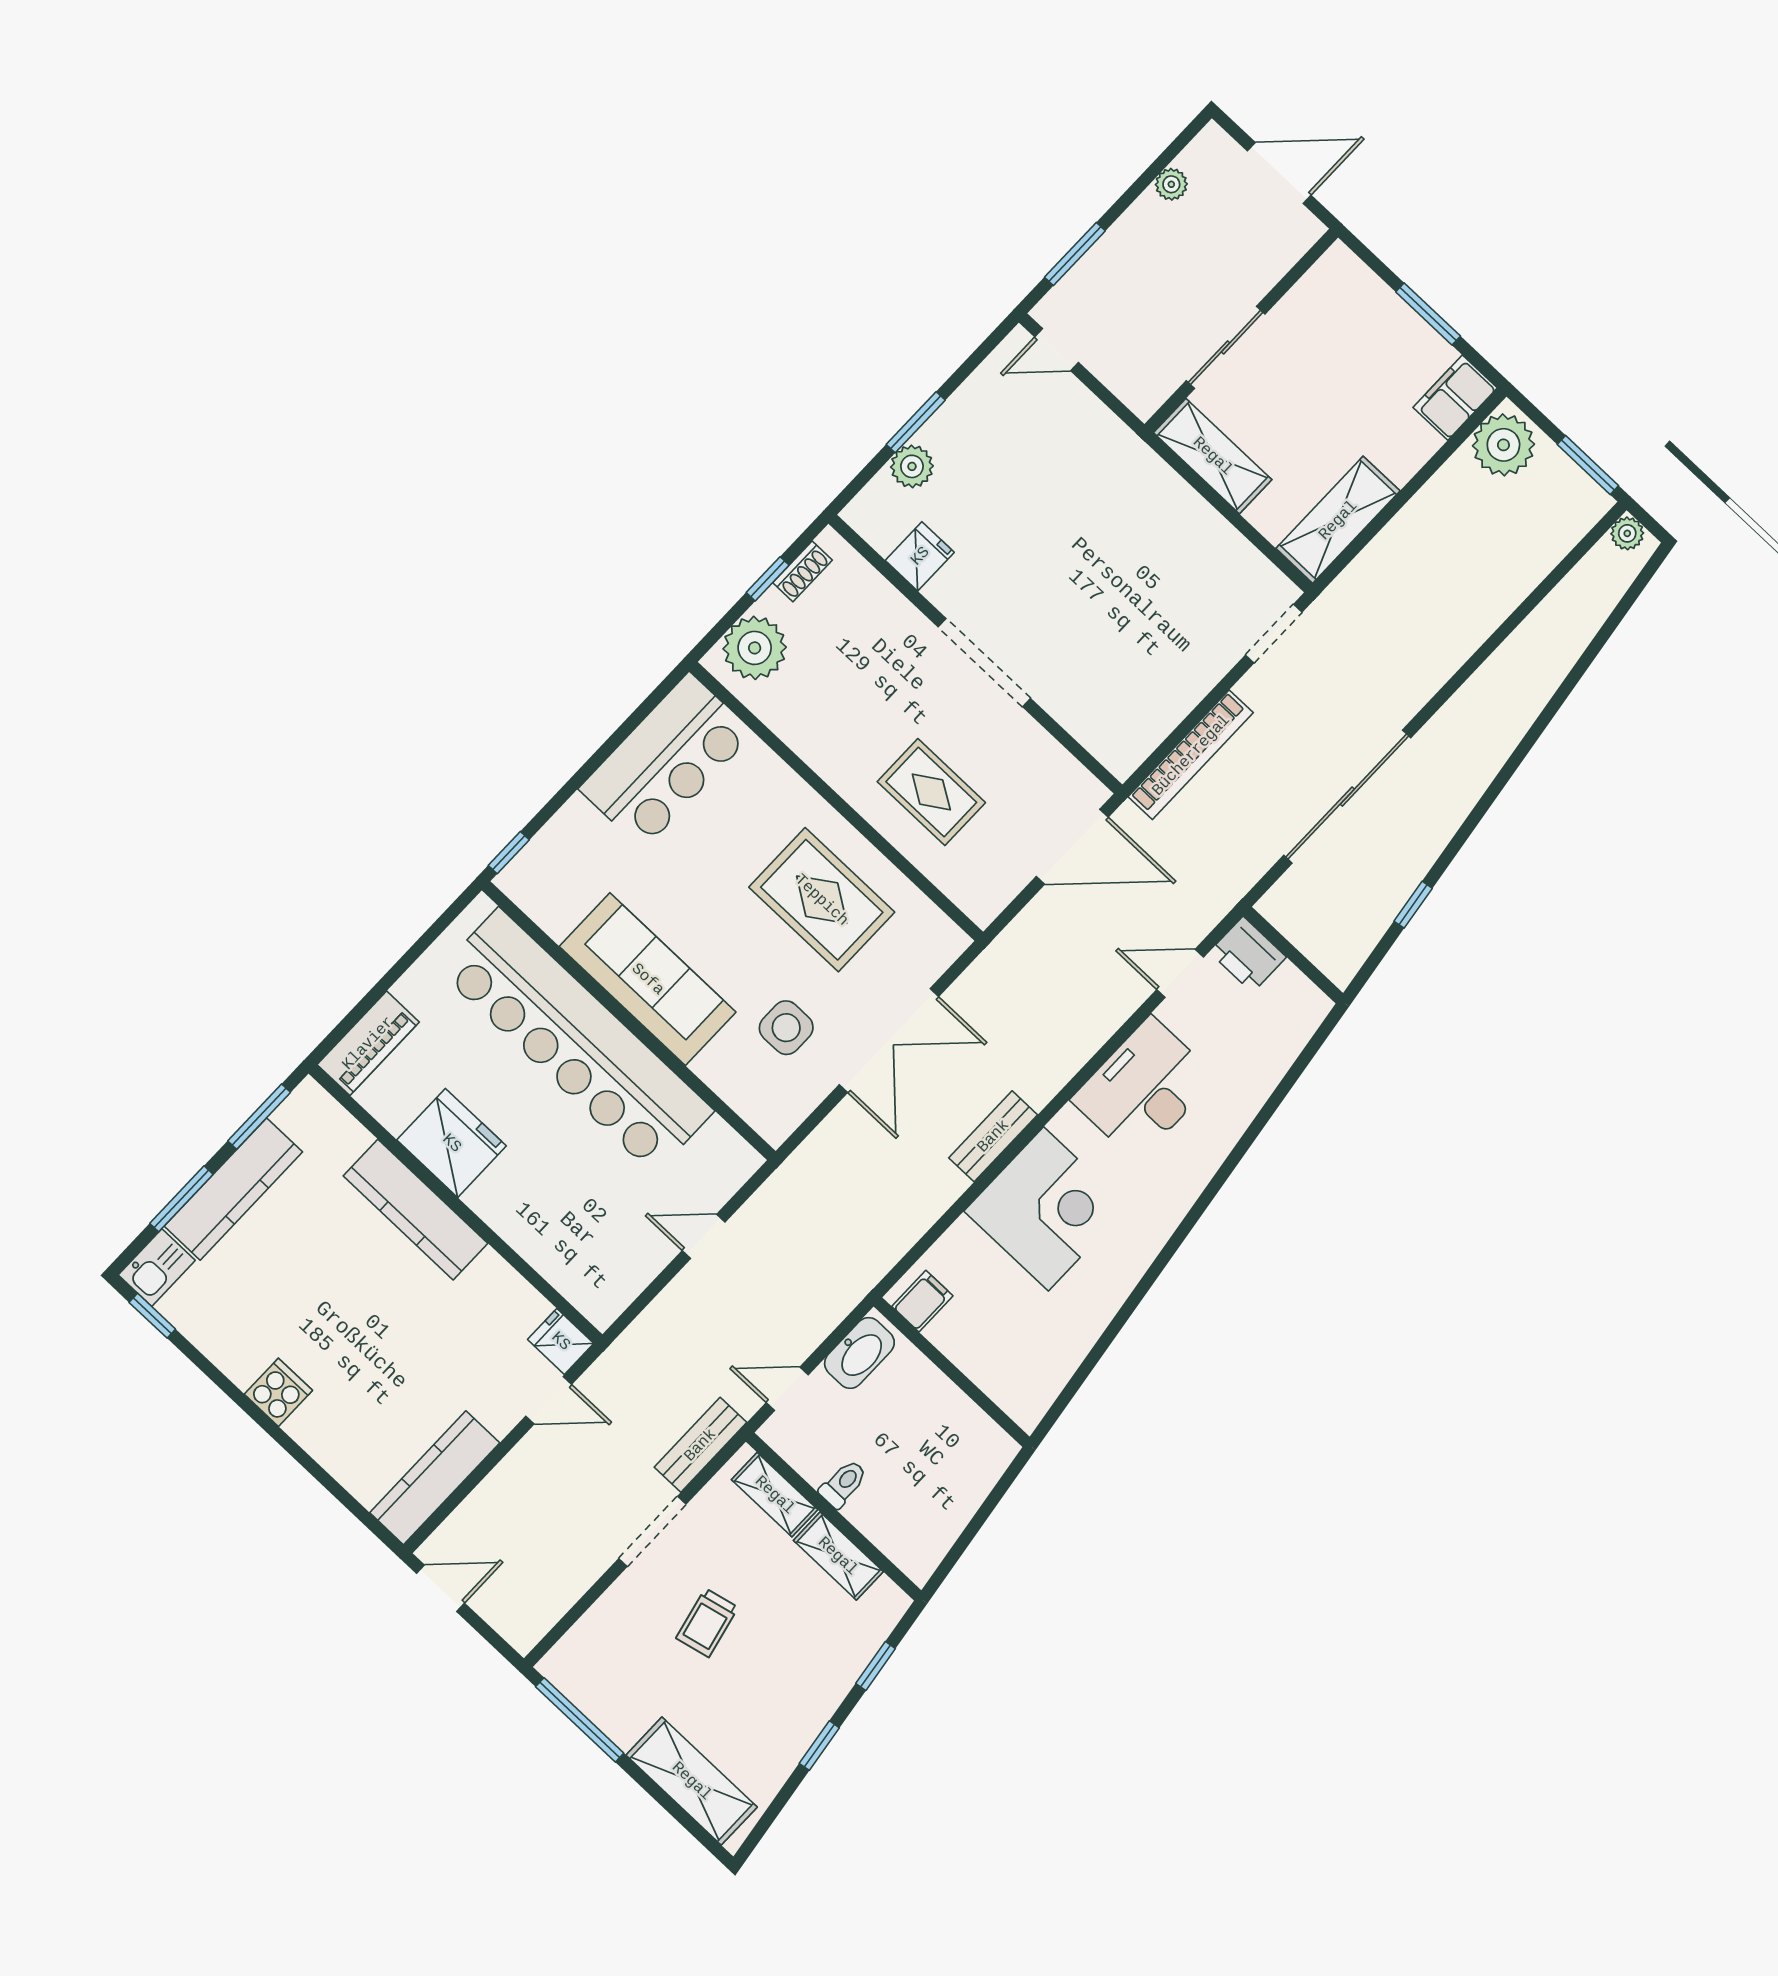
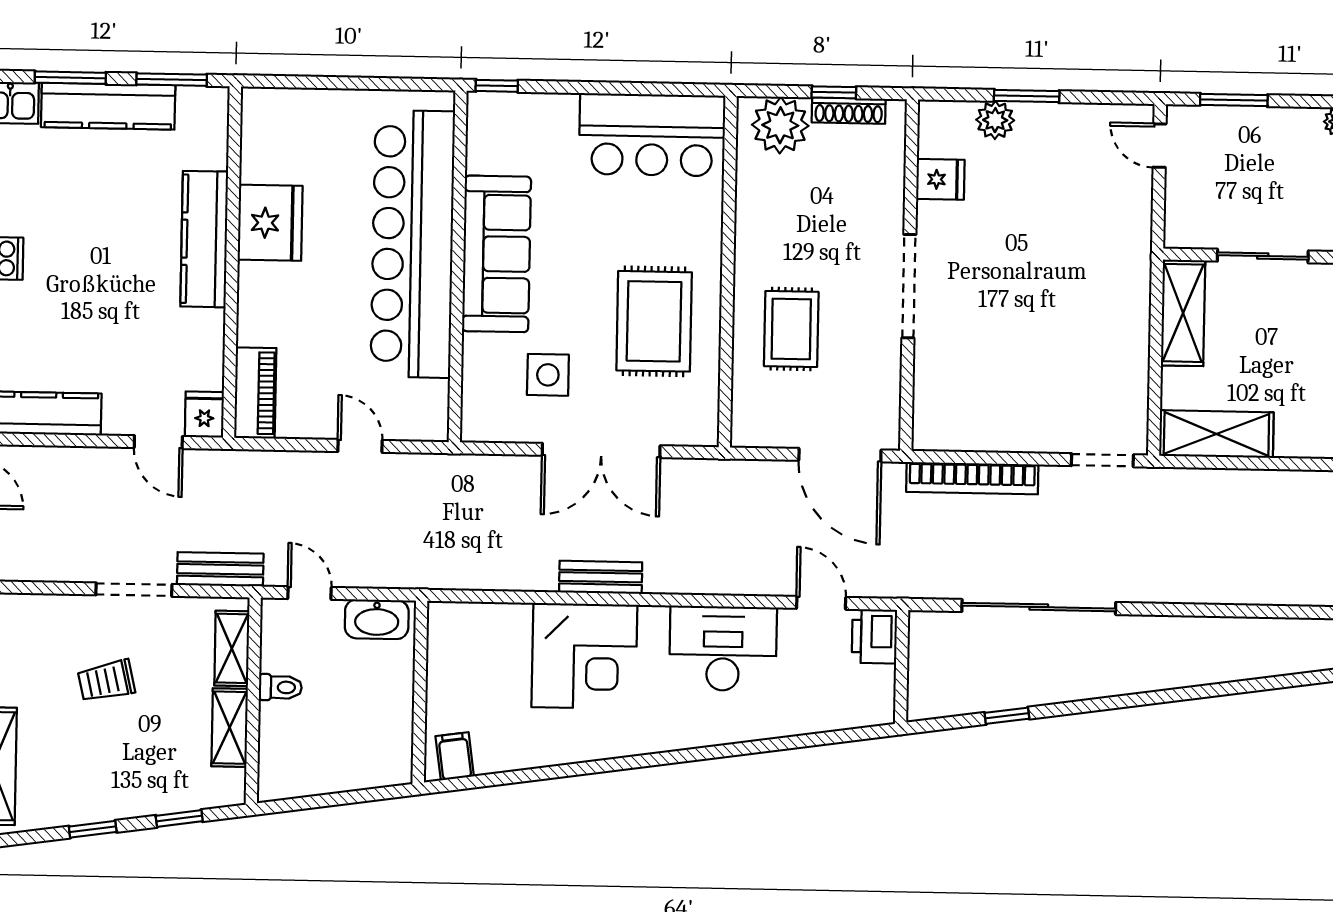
shoe rack: (802, 571) -> (849, 111), width x1.43
piano: (368, 1043) -> (255, 393), moved, turned -90
filing cabinet: (922, 1301) -> (455, 756), moved, turned -98

